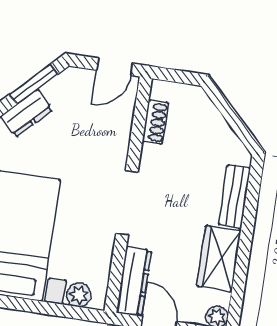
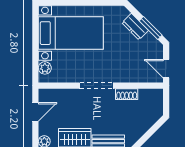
shoe rack: (155, 122) -> (127, 94), moved
dresser: (134, 282) -> (56, 96), removed

